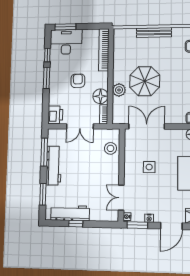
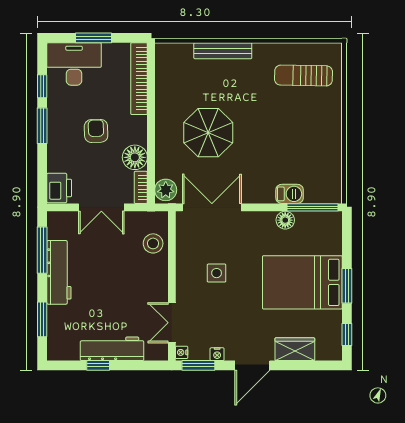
window: (65, 27) -> (93, 38), moved
plant: (119, 90) -> (166, 190), moved
workbench: (70, 213) -> (112, 349), moved

